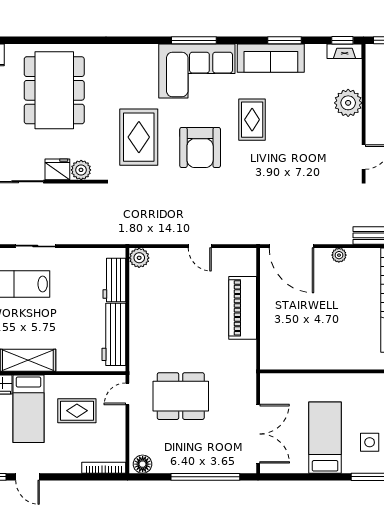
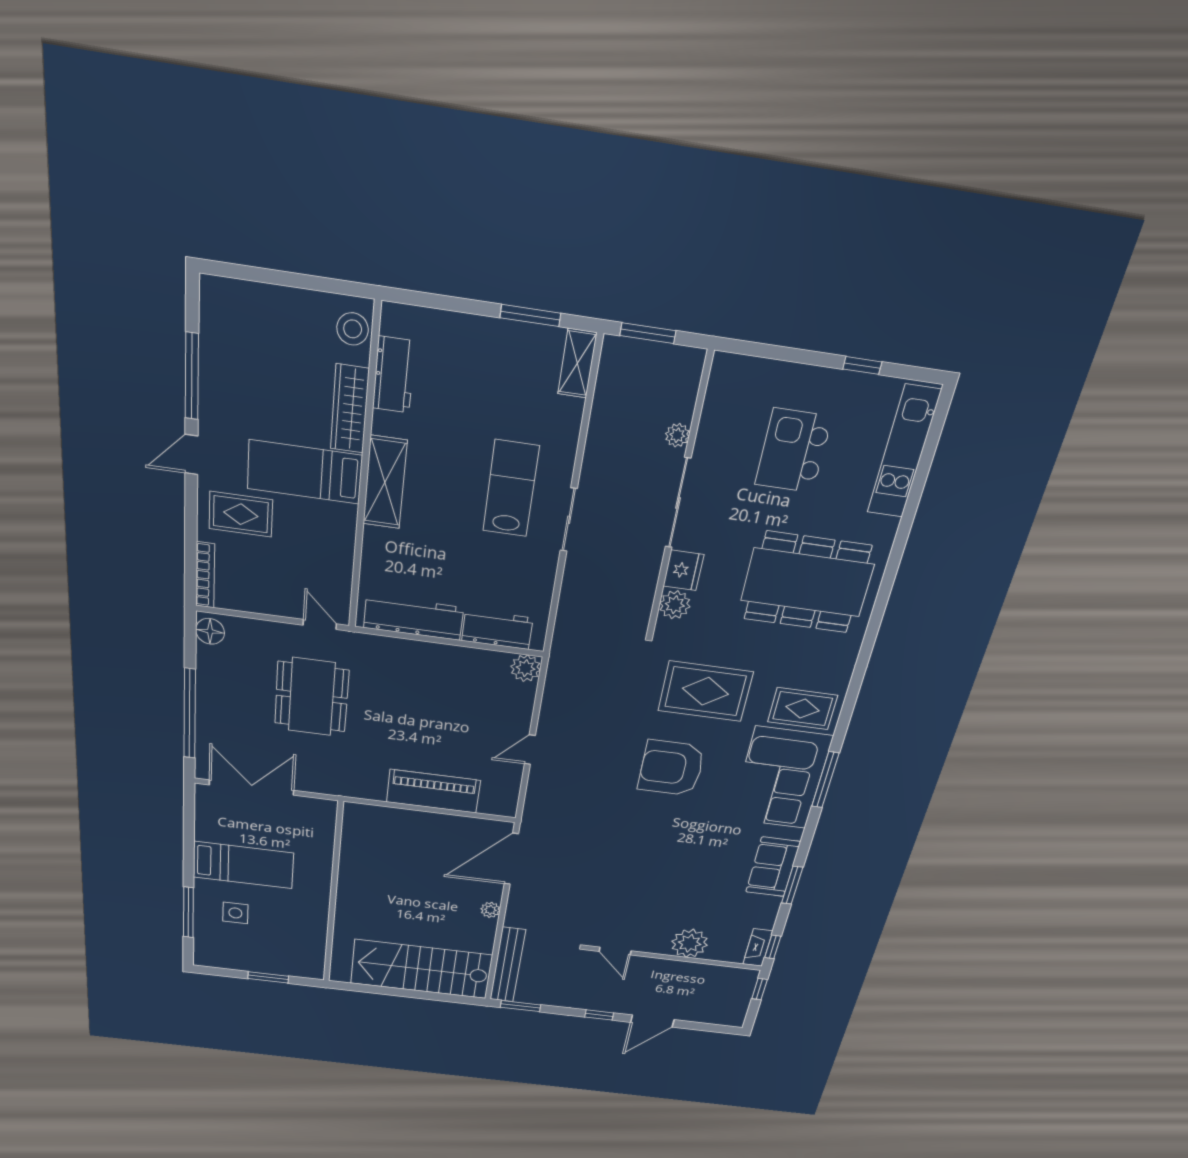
sofa: (271, 58) -> (773, 867), width x0.73
rug: (252, 120) -> (803, 709), moved
rug: (77, 411) -> (241, 514), moved, turned 90
double door: (258, 434) -> (252, 788), swing flipped

